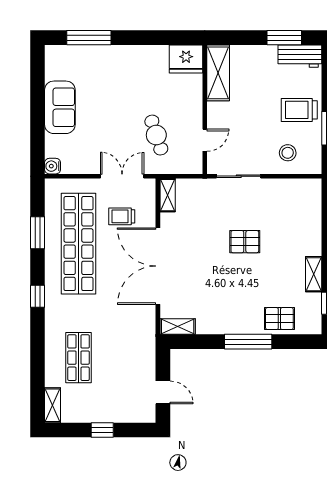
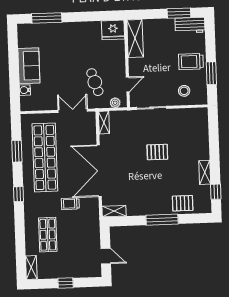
water cooler: (53, 166) -> (25, 90), moved
plant: (185, 166) -> (115, 103), added
trolley: (122, 216) -> (70, 204), moved

